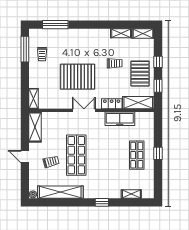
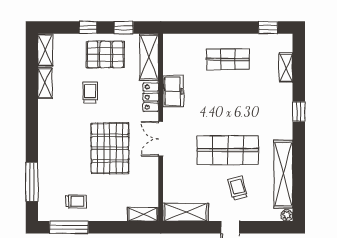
freezer: (120, 119) -> (173, 91), width x0.71
window: (158, 153) -> (268, 28), moved

